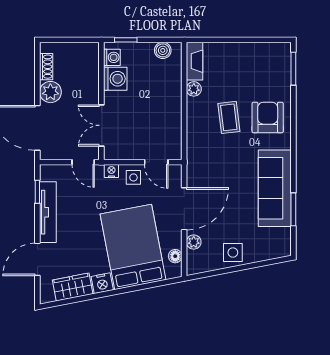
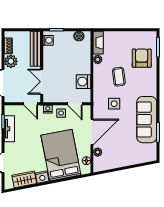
bench: (91, 71) -> (35, 49), added
washing machine: (115, 79) -> (83, 82), moved, turned 180
armchair: (268, 117) -> (142, 58), moved
tv unit: (48, 212) -> (9, 129), width x0.71
side table: (233, 253) -> (114, 104), moved

